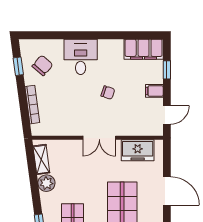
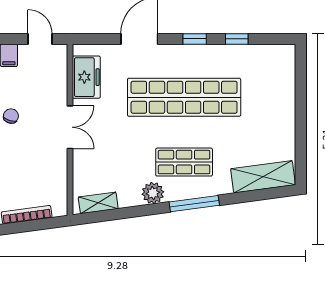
plant: (46, 183) -> (153, 193), moved

